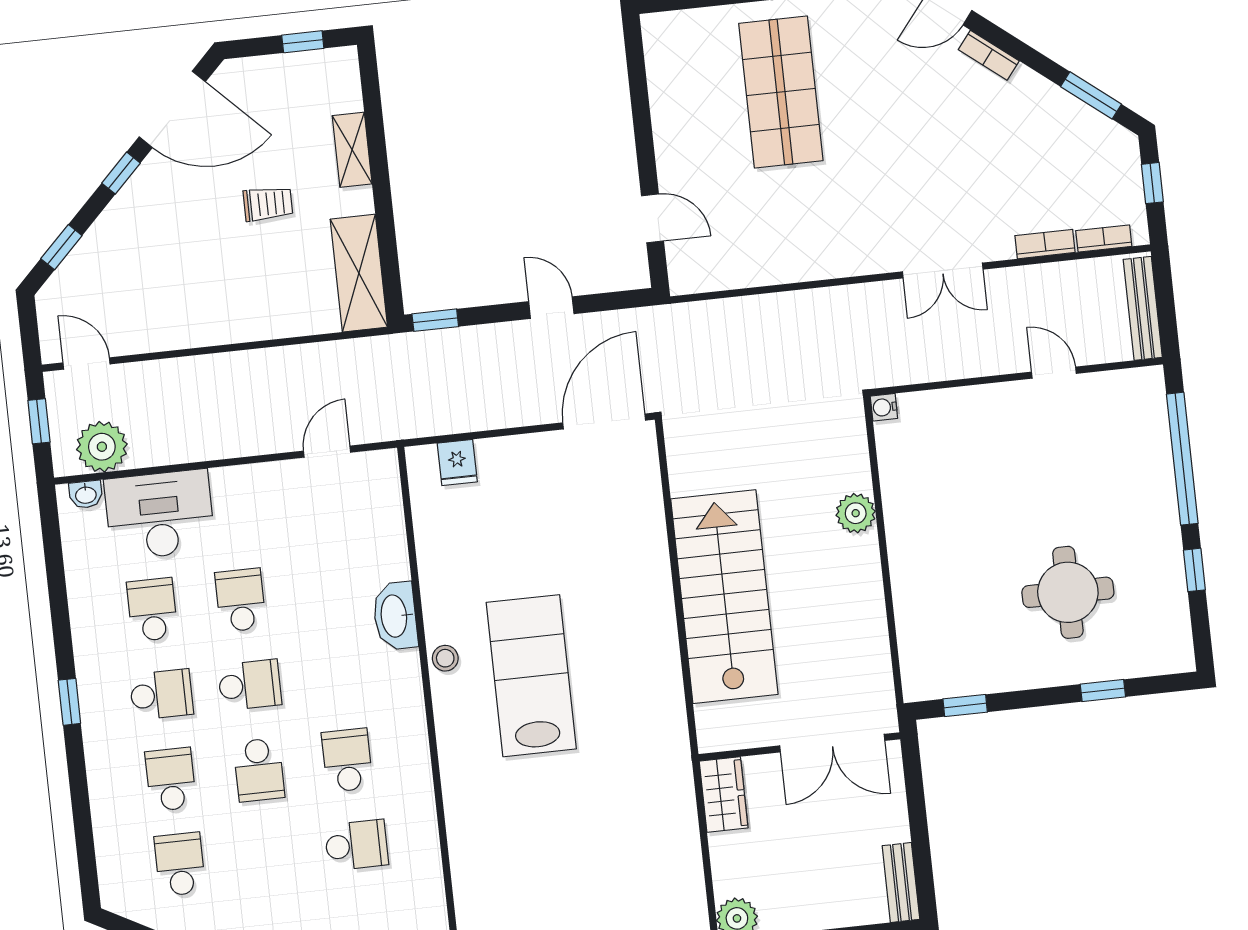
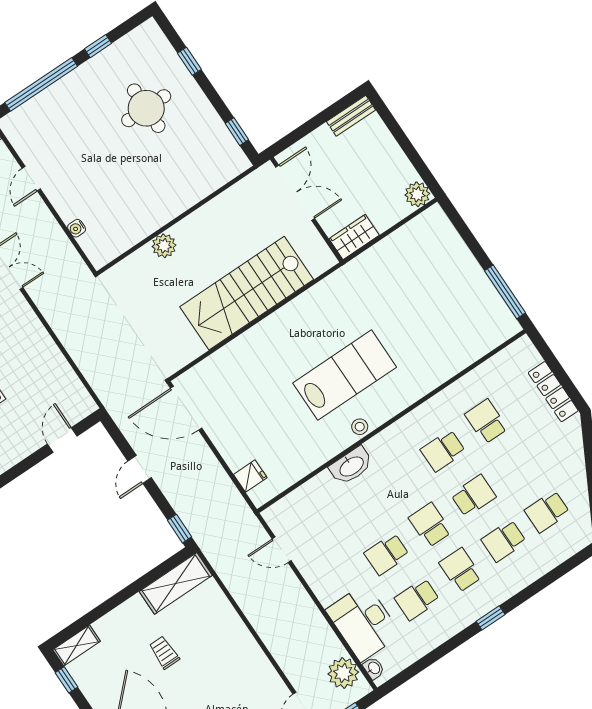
shelving: (352, 150) -> (77, 646), moved
water cooler: (884, 407) -> (77, 228), moved, turned 90
lab bench: (531, 676) -> (345, 375), turned 180

